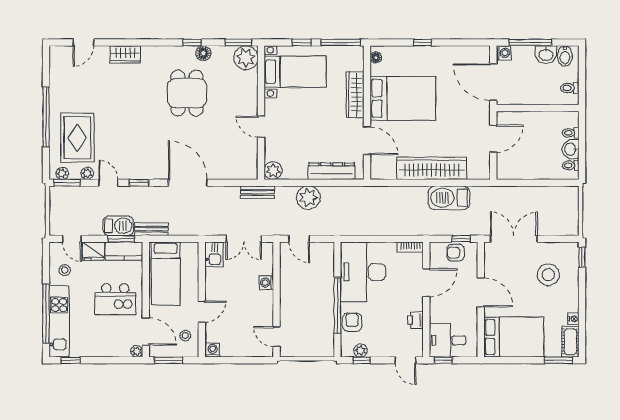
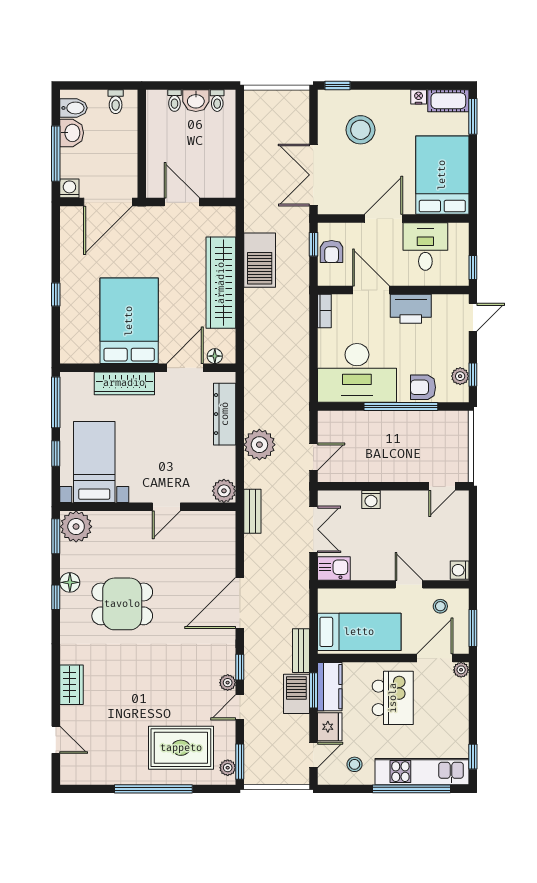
floor lamp: (376, 57) -> (215, 356), moved
plant: (87, 173) -> (228, 683), moved
printer: (416, 320) -> (411, 309), width x1.87, depth x1.48
desk: (448, 340) -> (425, 246), moved, turned 180

